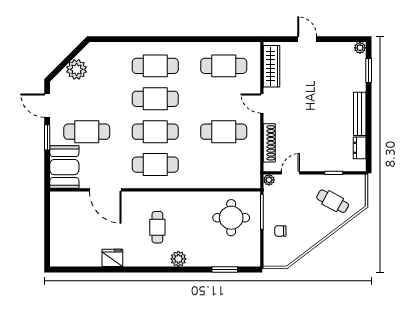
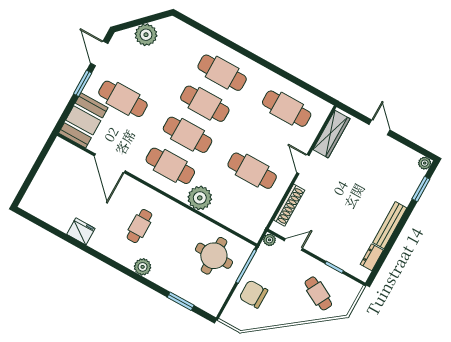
plant: (194, 177) -> (200, 198), added
chair: (280, 231) -> (253, 294), width x1.87, depth x1.87

